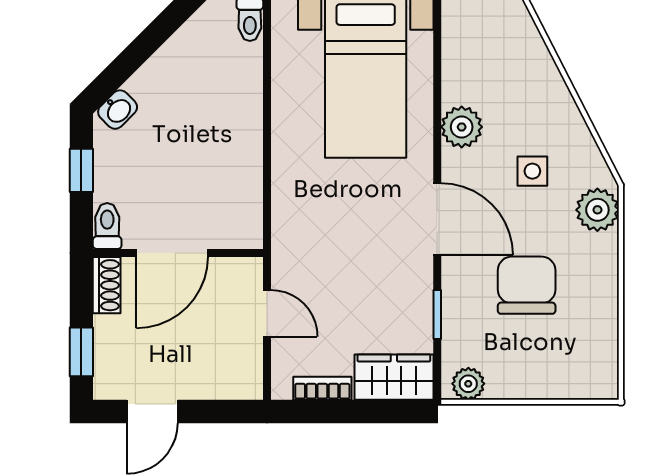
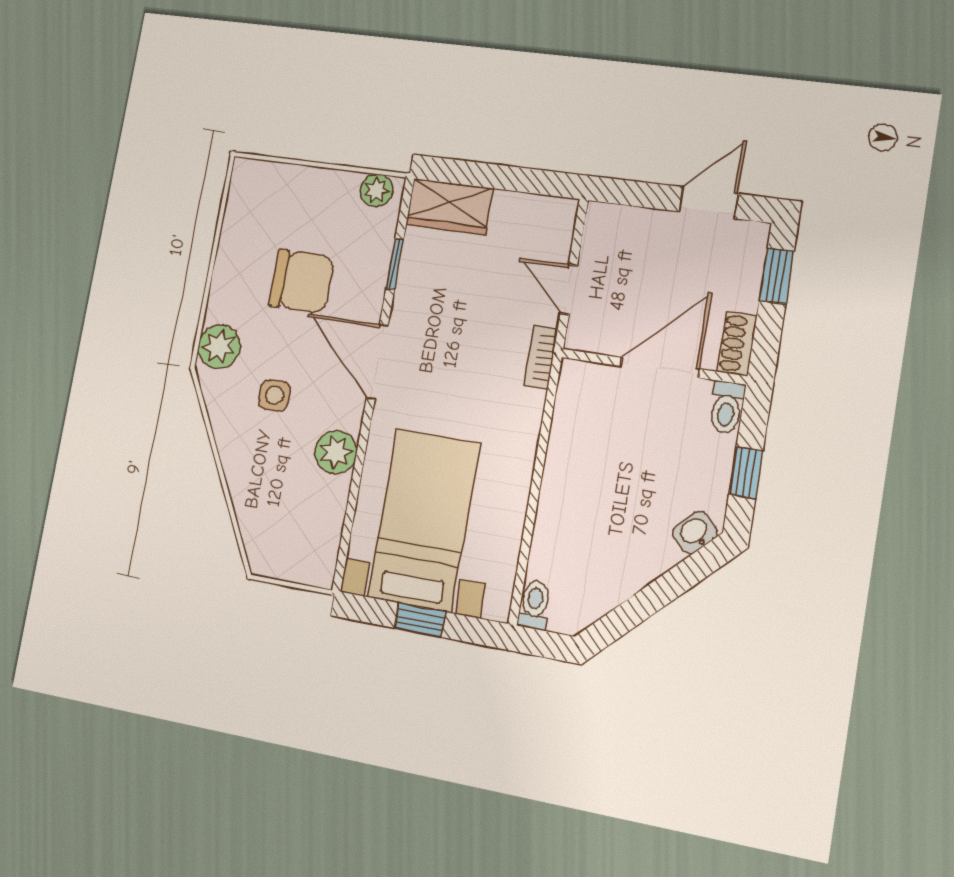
chair: (527, 285) -> (301, 281), turned -90
bookcase: (322, 388) -> (541, 357), moved, turned 90

